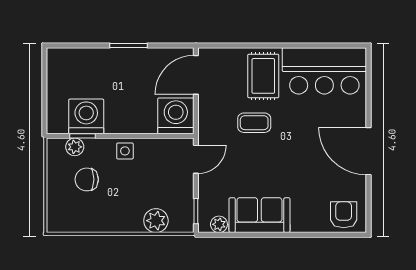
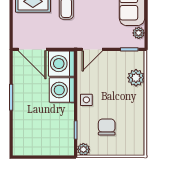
washing machine: (86, 116) -> (62, 90), moved
plant: (75, 147) -> (83, 149), moved
door: (196, 159) -> (92, 49), swing flipped
chair: (87, 179) -> (107, 127), turned 180

